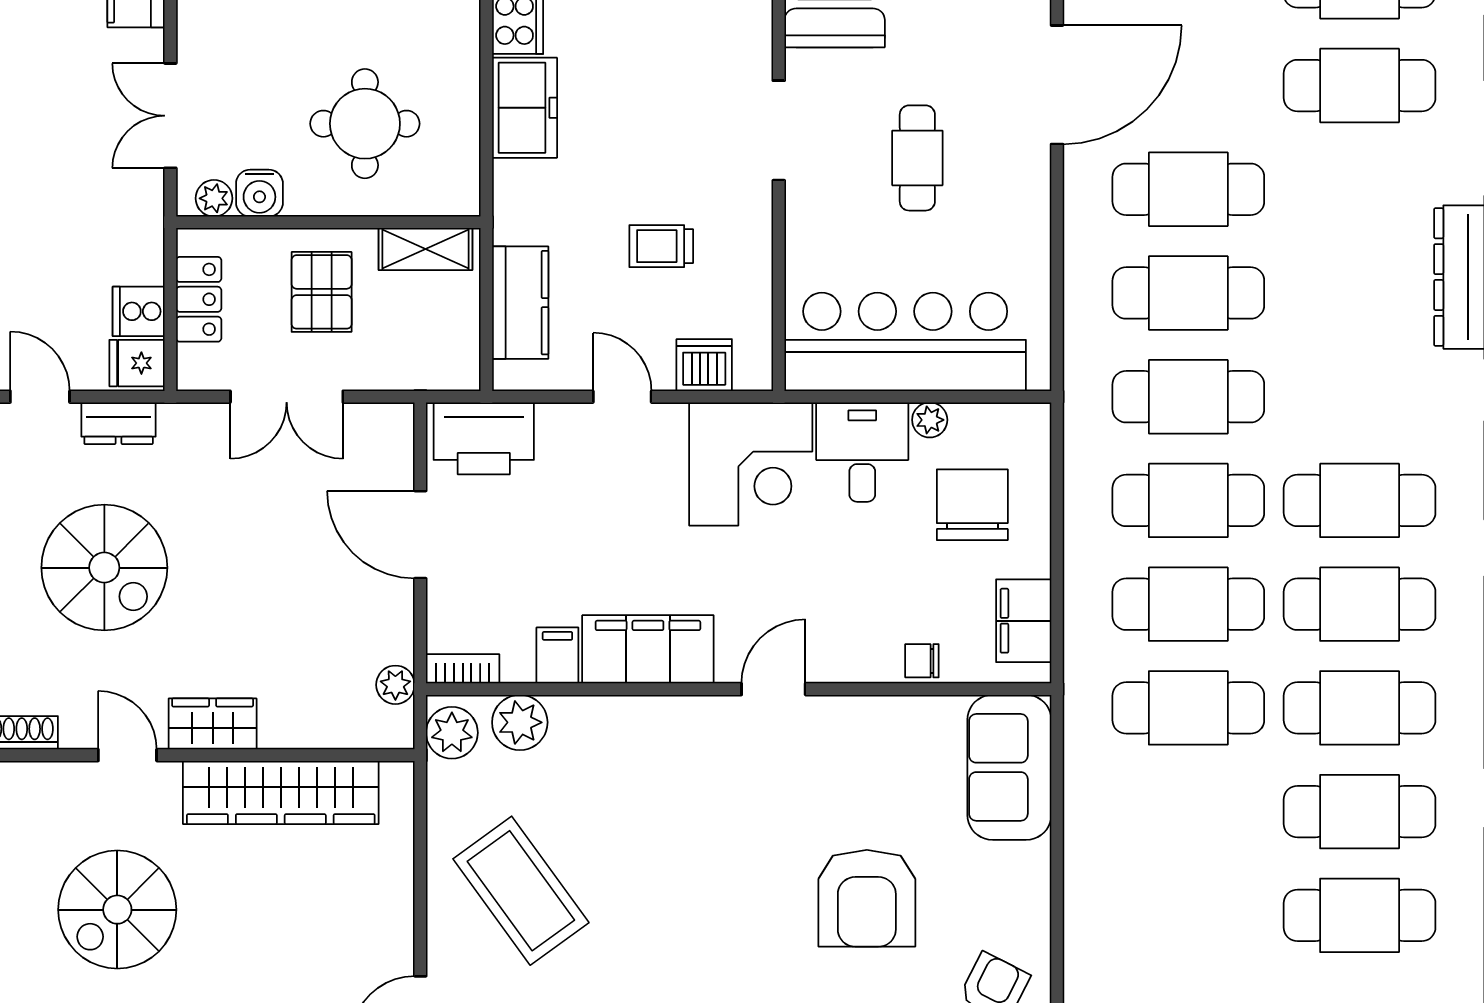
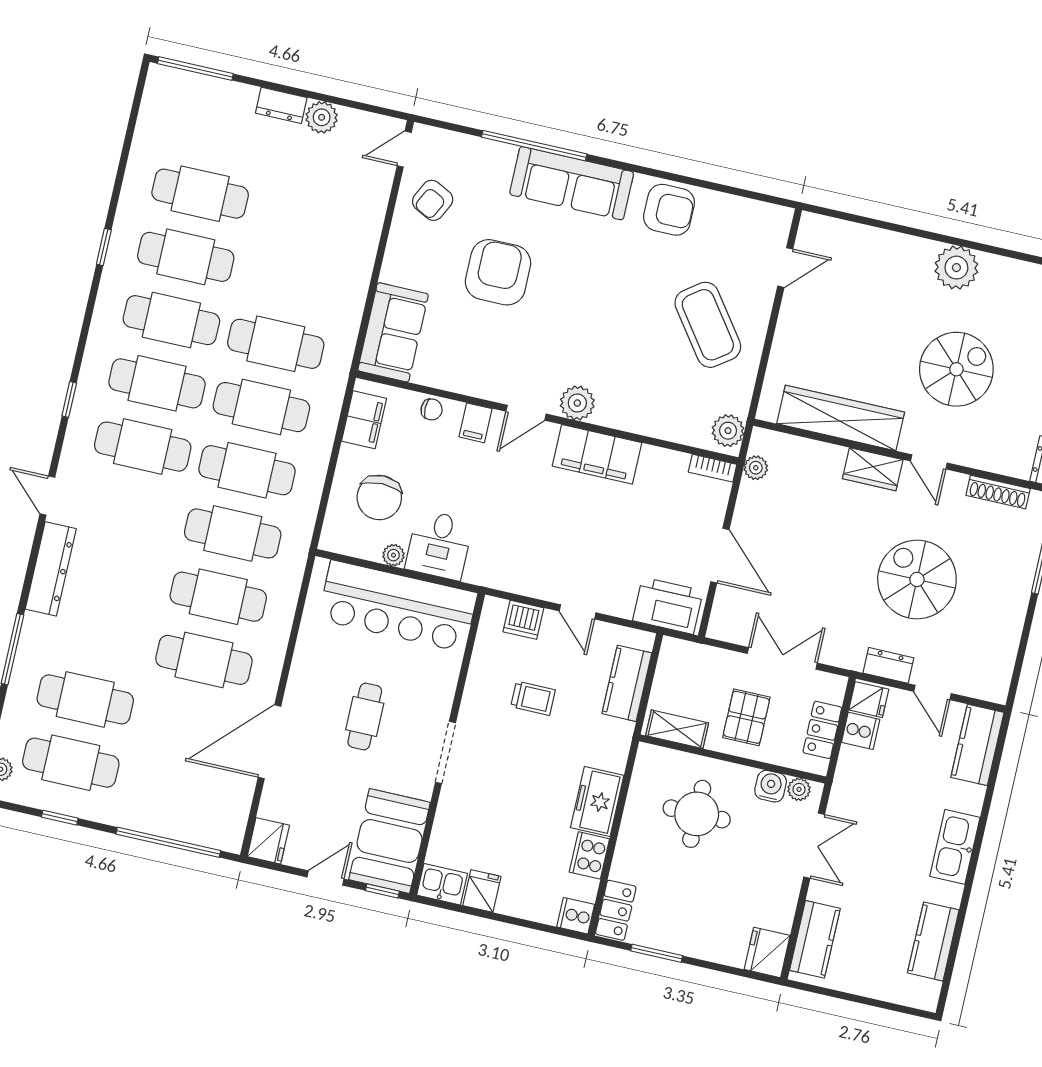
corner desk: (751, 464) -> (509, 553), removed
filing cabinet: (557, 655) -> (476, 423), moved
plant: (520, 722) -> (577, 403), moved

